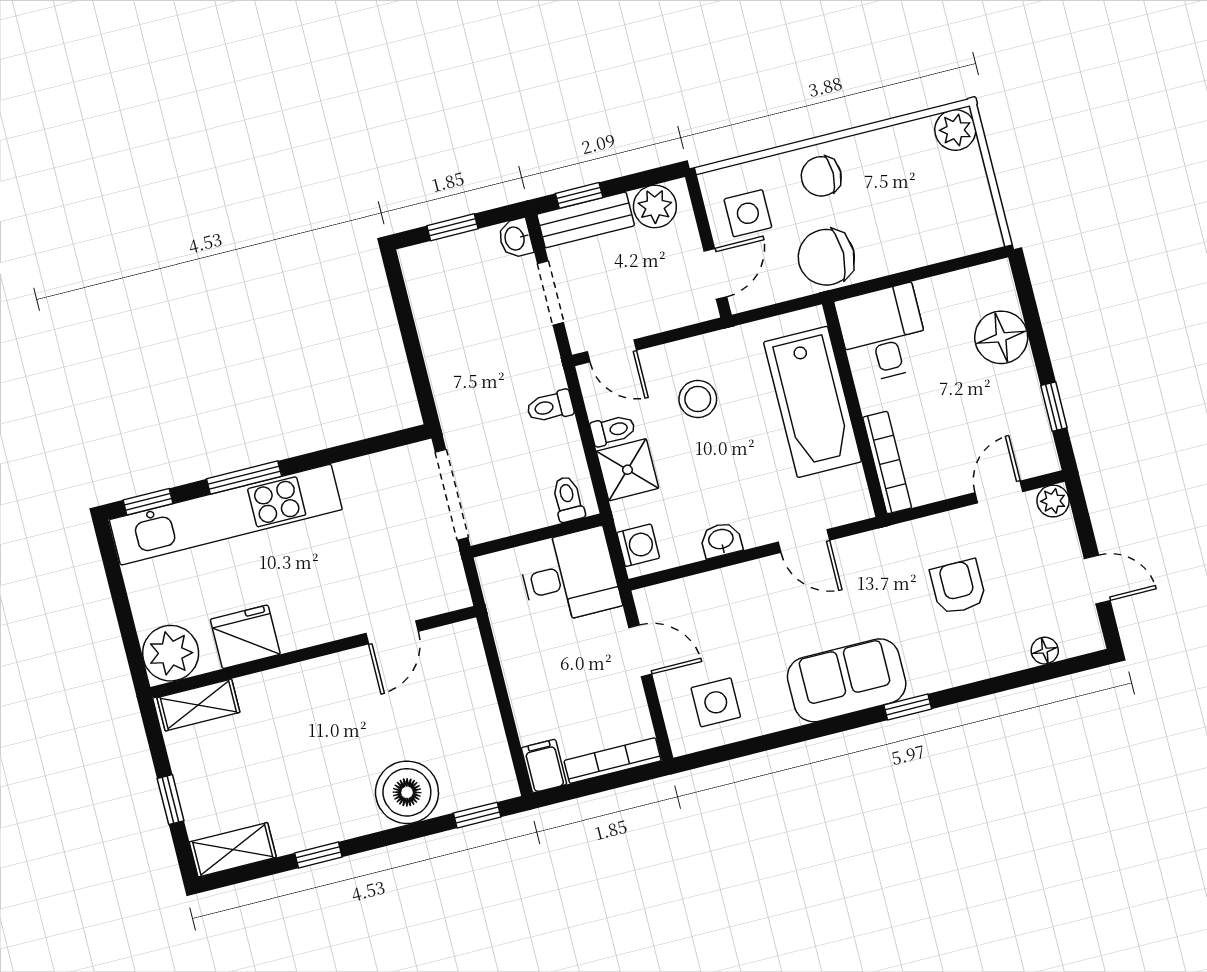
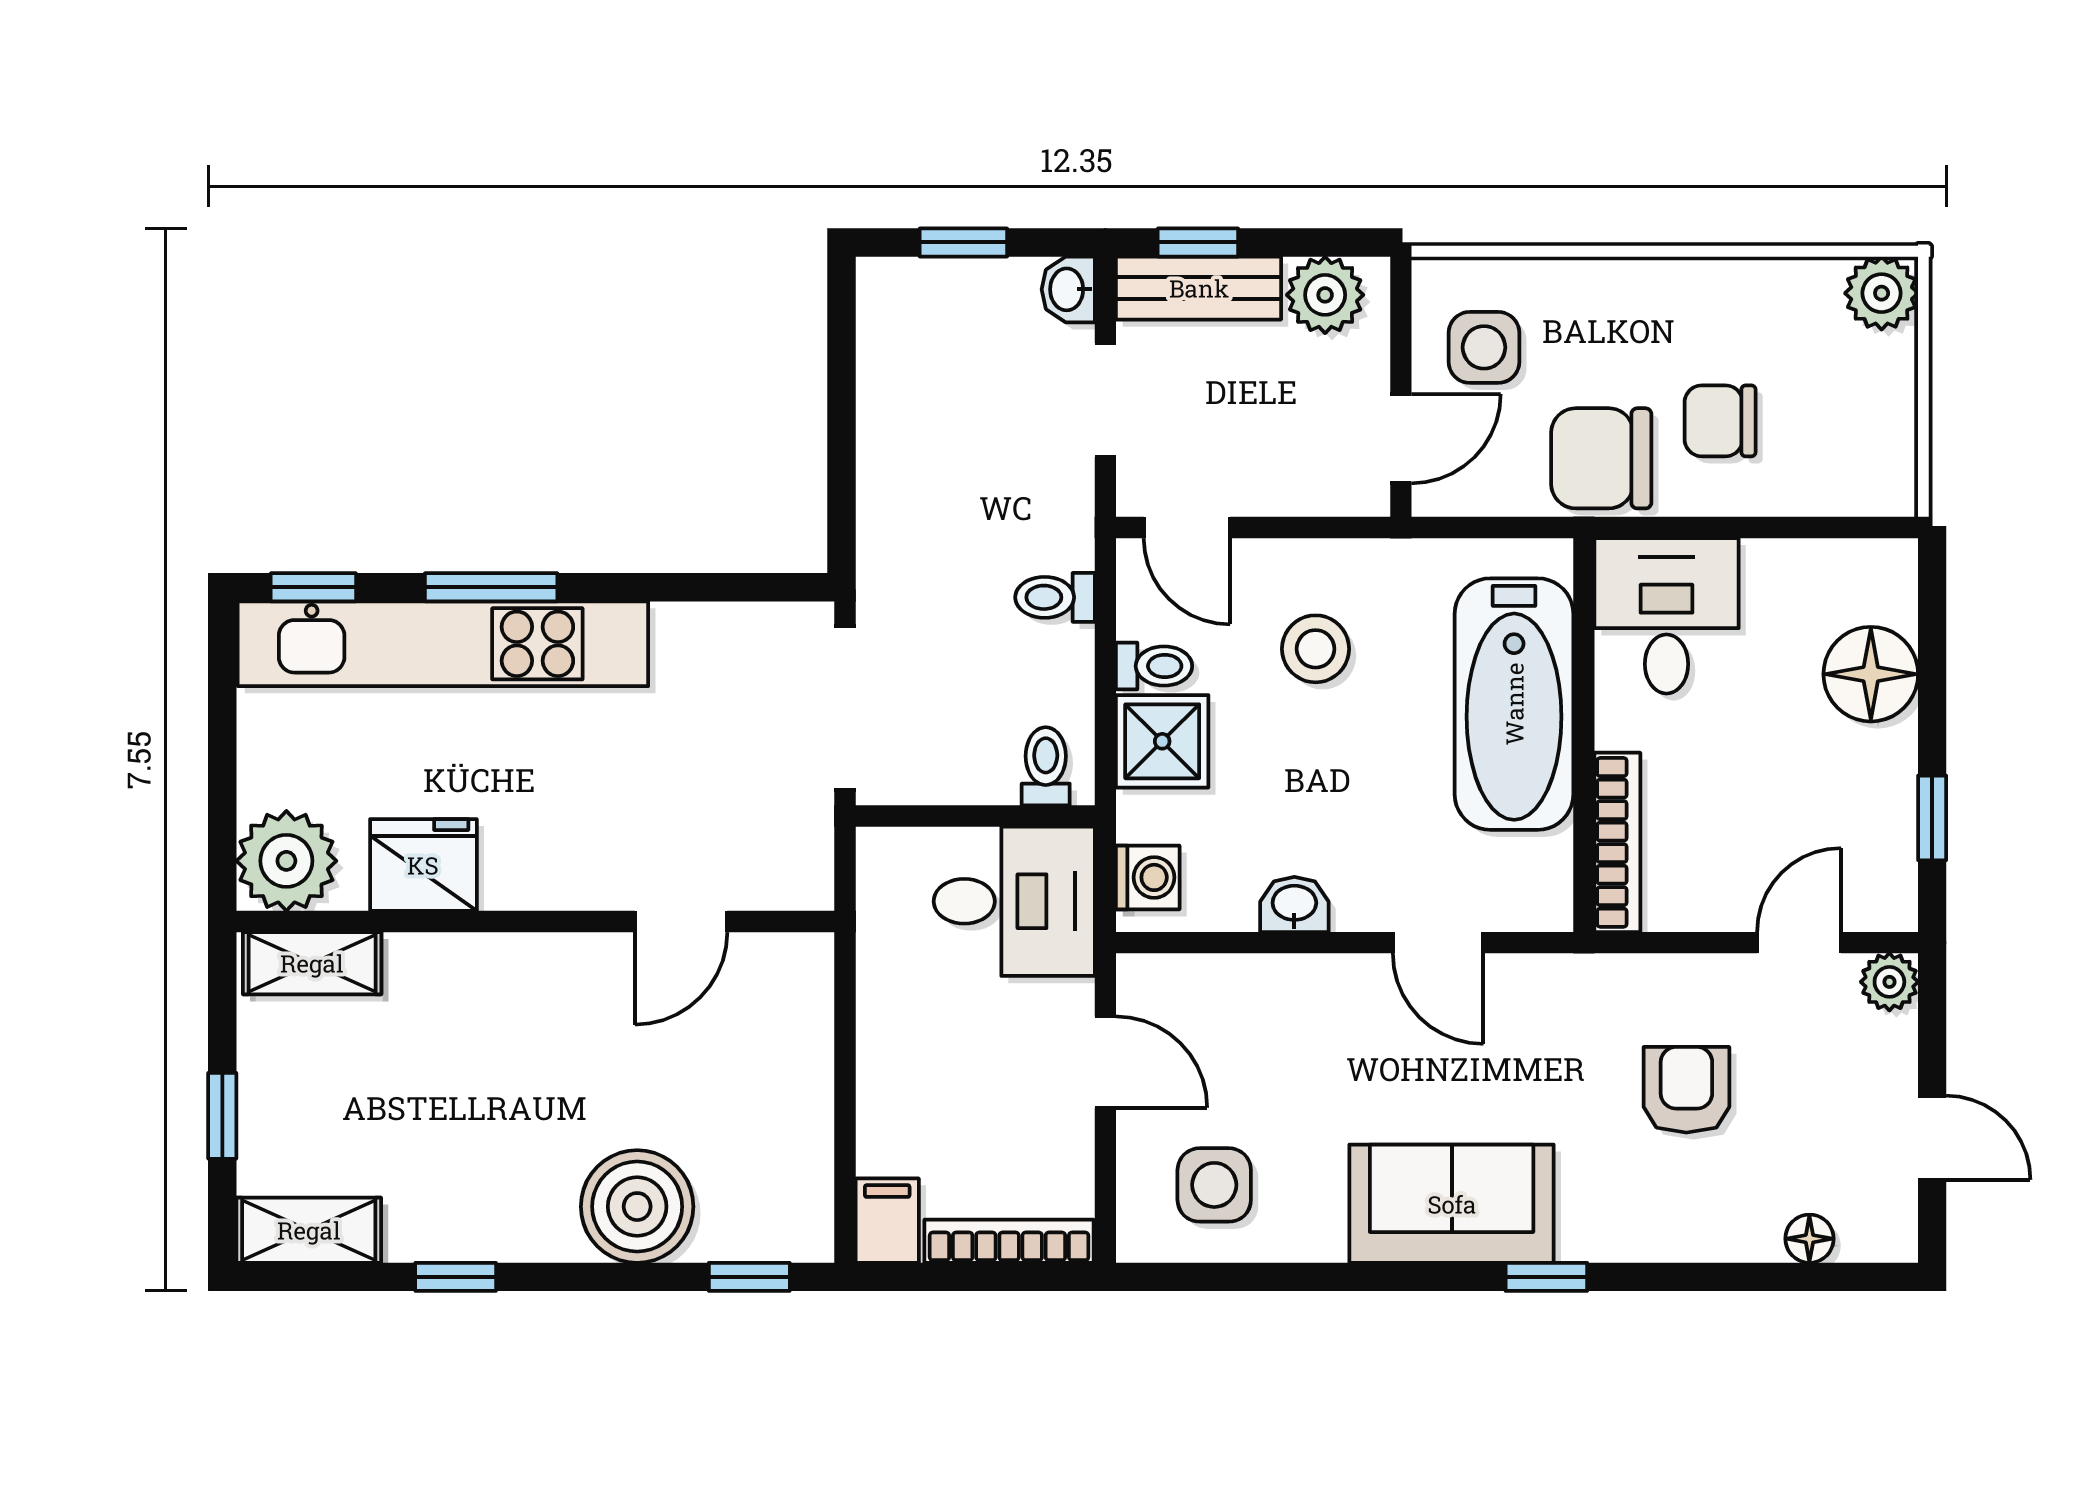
chair: (821, 176) -> (1720, 421), moved

